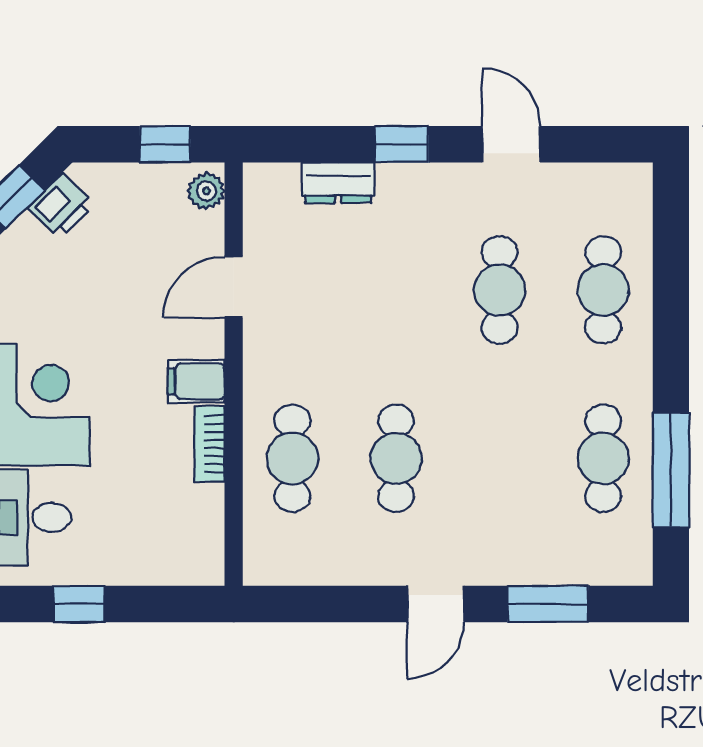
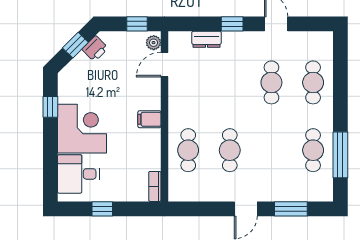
door: (234, 287) -> (165, 65), moved
bookcase: (210, 444) -> (155, 186), moved

